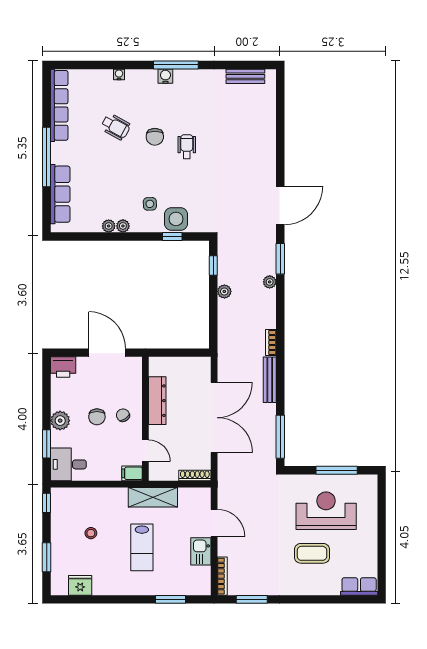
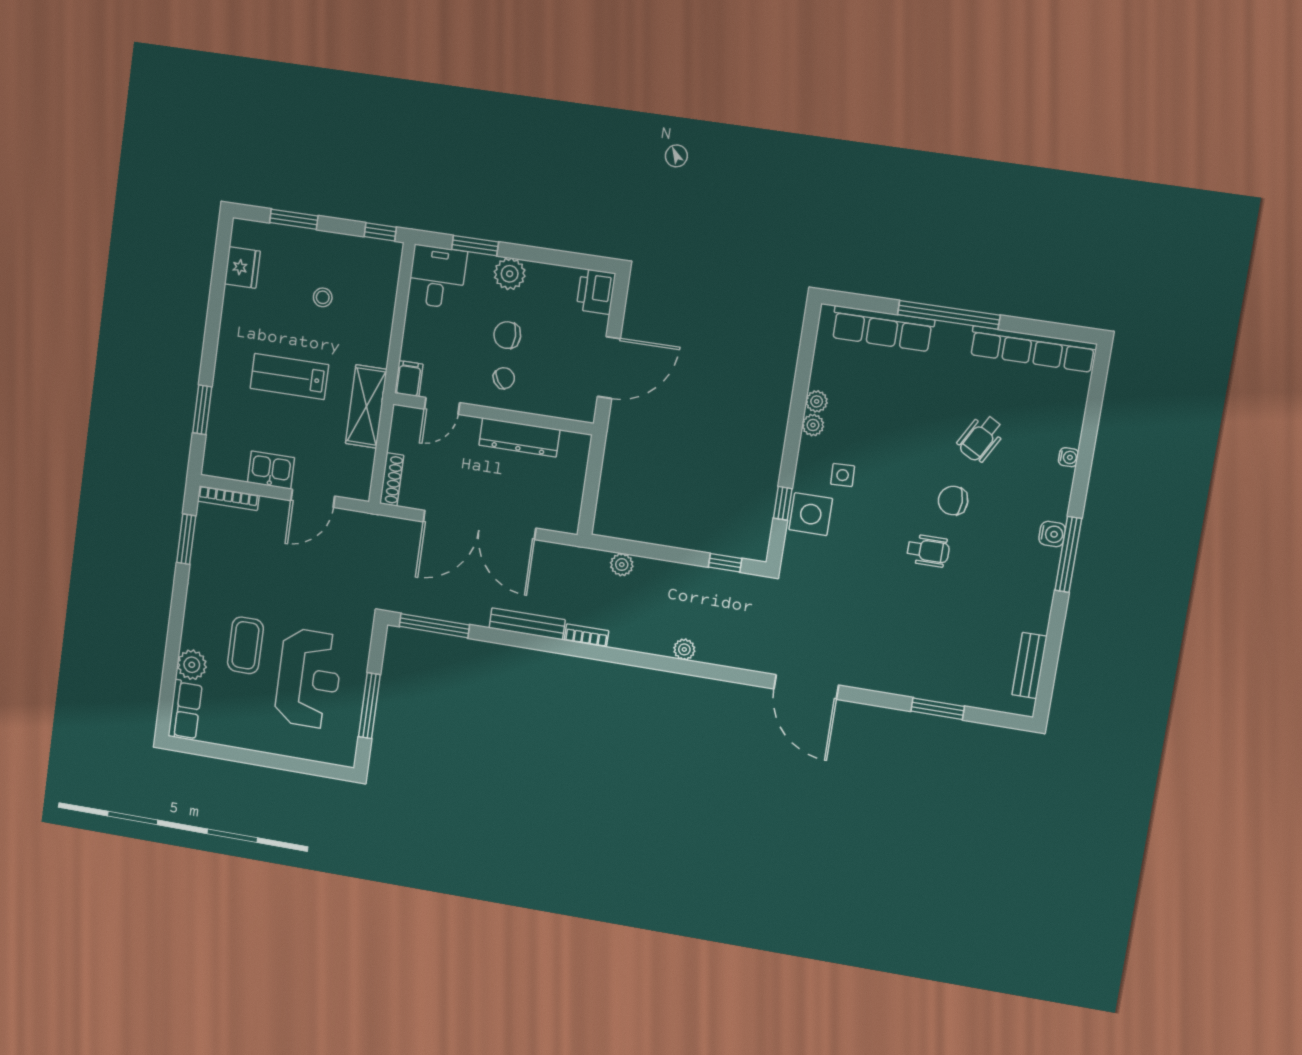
window: (280, 259) -> (938, 709), moved
plant: (224, 291) -> (622, 565), moved
plant: (330, 586) -> (192, 665), added

